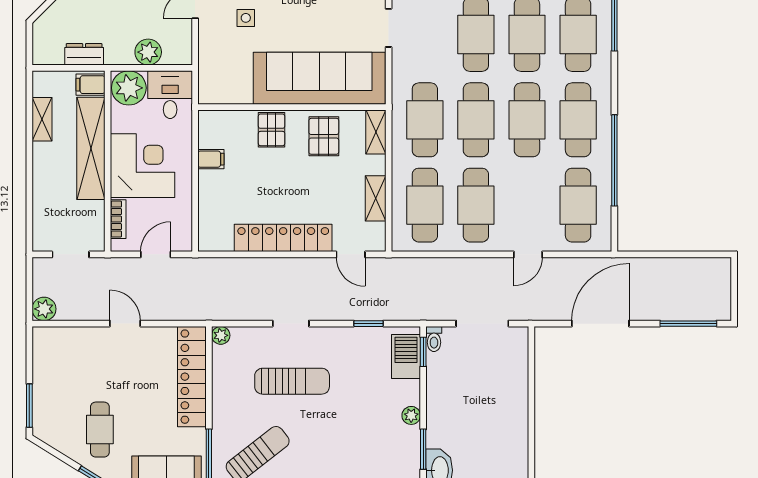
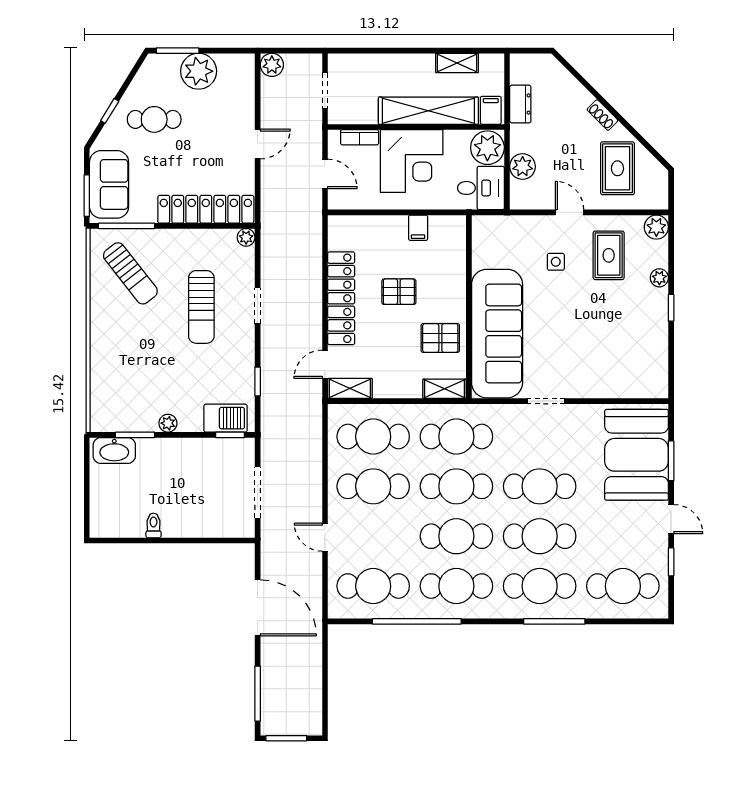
pallet: (272, 130) -> (399, 292), moved
shelving: (376, 198) -> (350, 388), moved
window: (734, 294) -> (286, 738), added
toilet: (434, 339) -> (153, 525), moved, turned 90
plant: (50, 384) -> (199, 71), added

